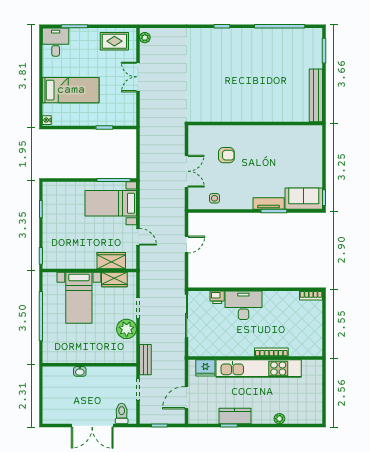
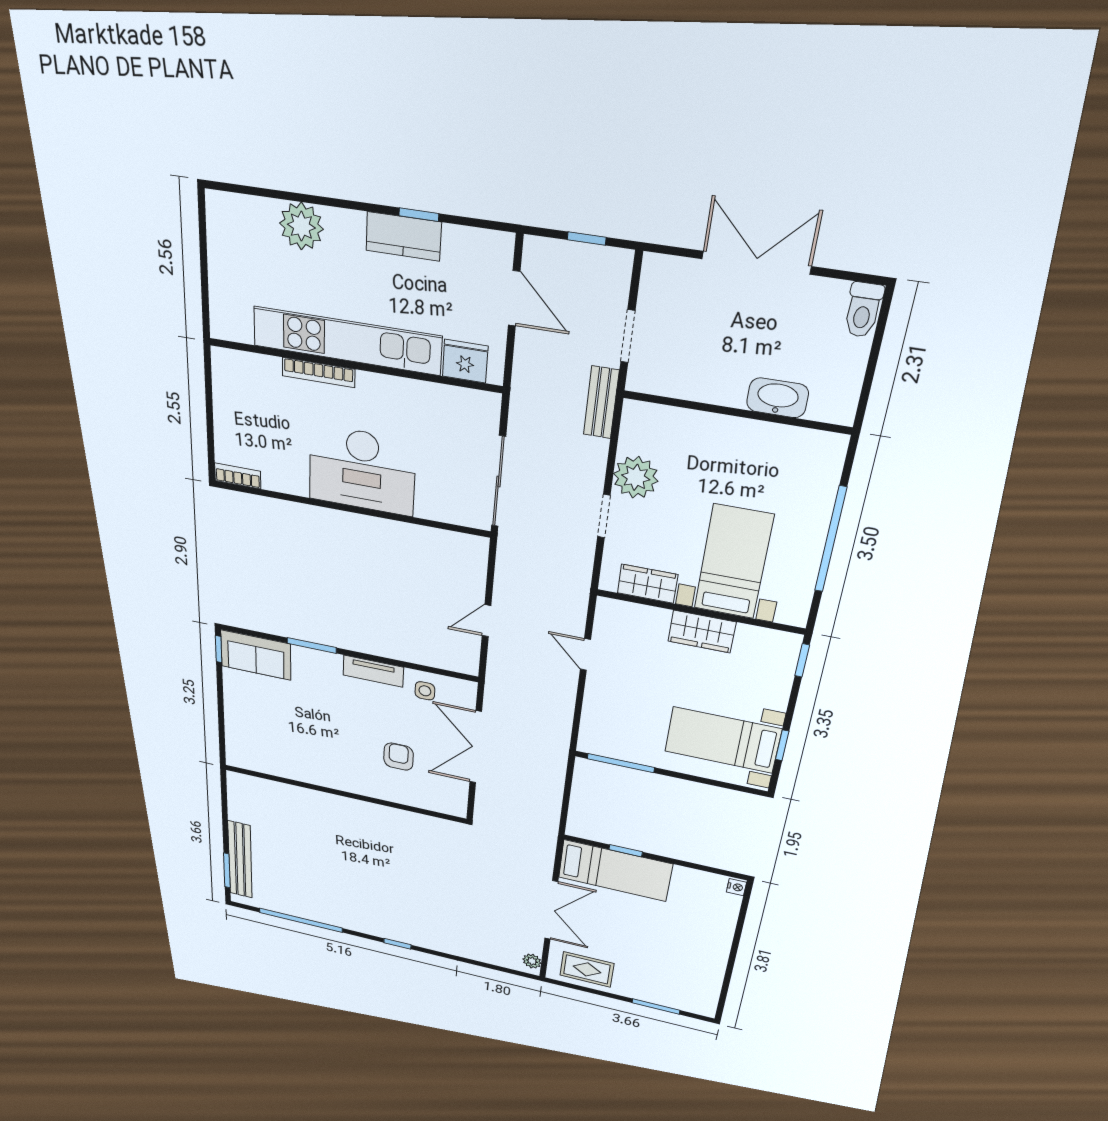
desk: (56, 42) -> (695, 994), removed
double door: (138, 77) -> (551, 910), width x1.37
bed: (71, 90) -> (615, 871), moved, turned 180
bench: (316, 95) -> (240, 860), moved
armchair: (226, 155) -> (398, 757), turned 90
double door: (187, 171) -> (476, 747), width x1.37
bed with nightstands: (111, 203) -> (723, 740), moved, turned 180
tv unit: (269, 204) -> (373, 671), moved
wardrobe: (111, 261) -> (702, 632), moved
printer: (217, 297) -> (430, 507), removed
desk: (243, 305) -> (362, 470), width x1.36, depth x1.30
washbasin: (80, 371) -> (778, 398), width x1.91, depth x1.45
door: (187, 398) -> (514, 298), hinge flipped
toilet: (122, 414) -> (863, 310), moved
plant: (279, 419) -> (301, 226), width x1.88, depth x1.88

